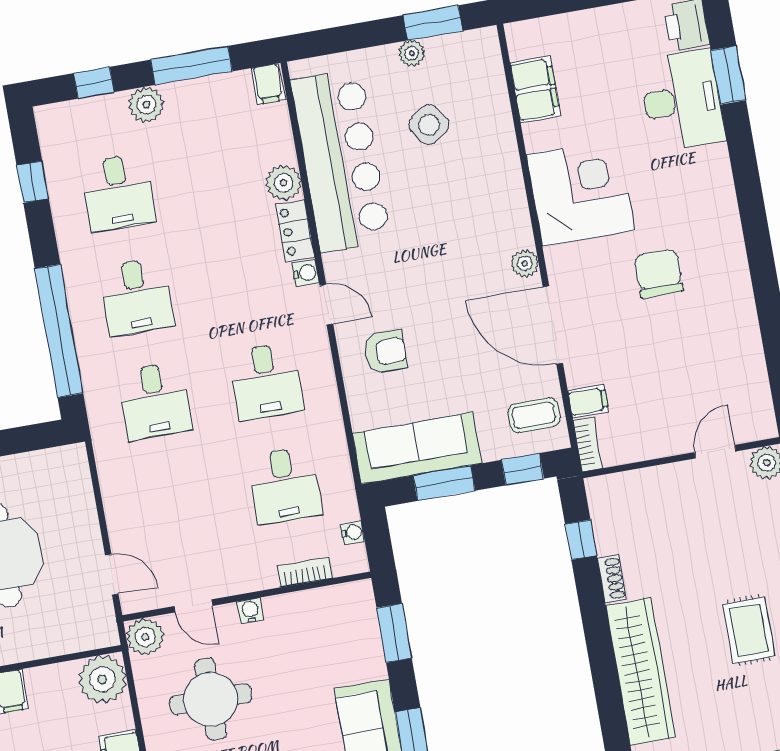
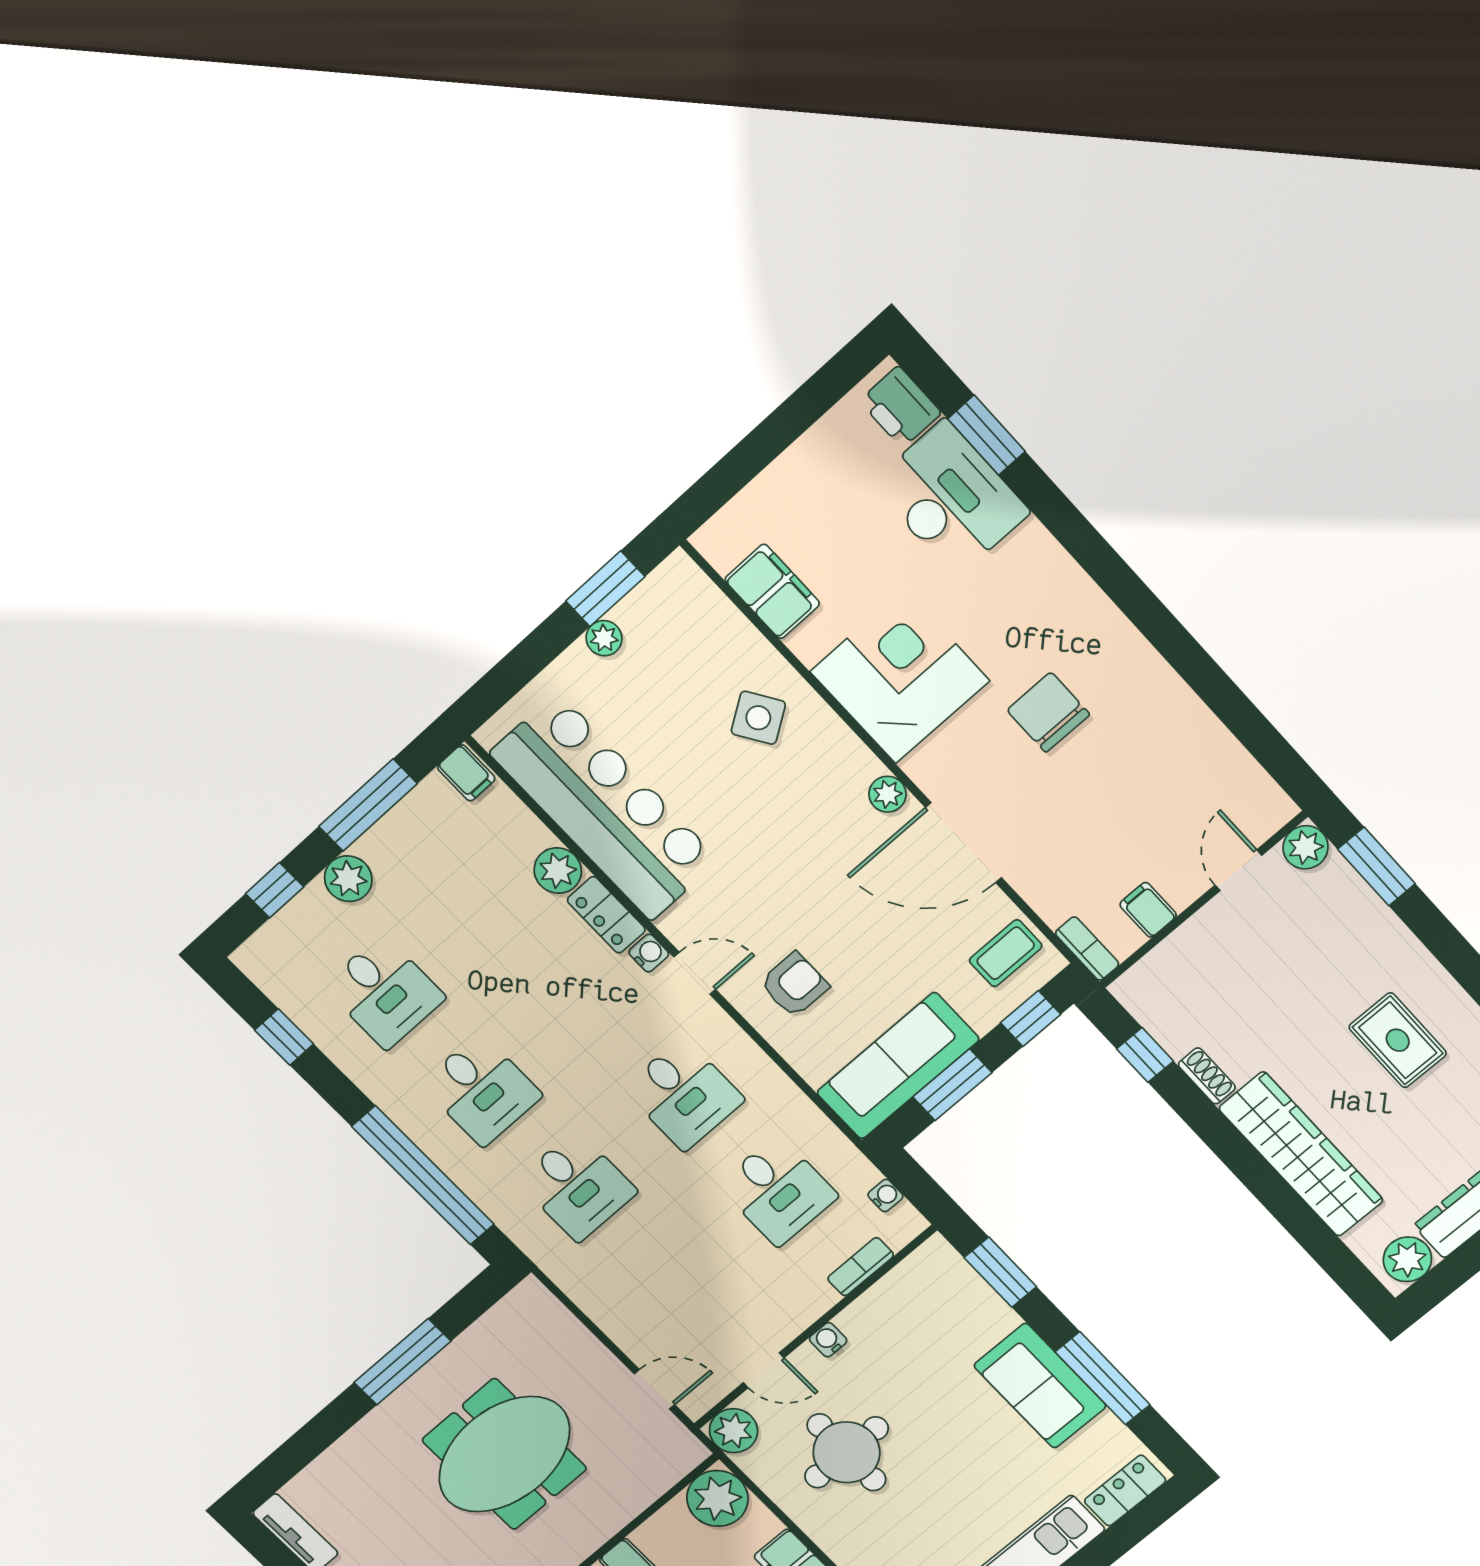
side table: (429, 125) -> (758, 718), moved
filing cabinet: (588, 401) -> (1148, 910), moved, turned -90

